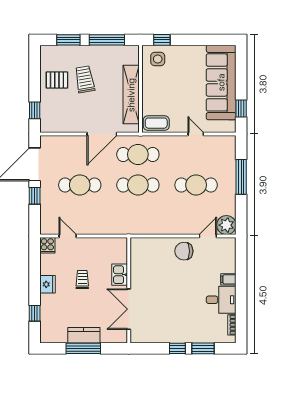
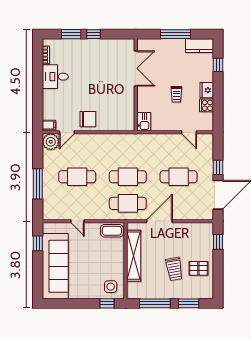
cooker: (47, 245) -> (206, 105), moved, turned -90
kitchen sink: (120, 275) -> (144, 122), moved
filing cabinet: (228, 279) -> (49, 125), moved
kitchen counter: (84, 335) -> (199, 46), moved

